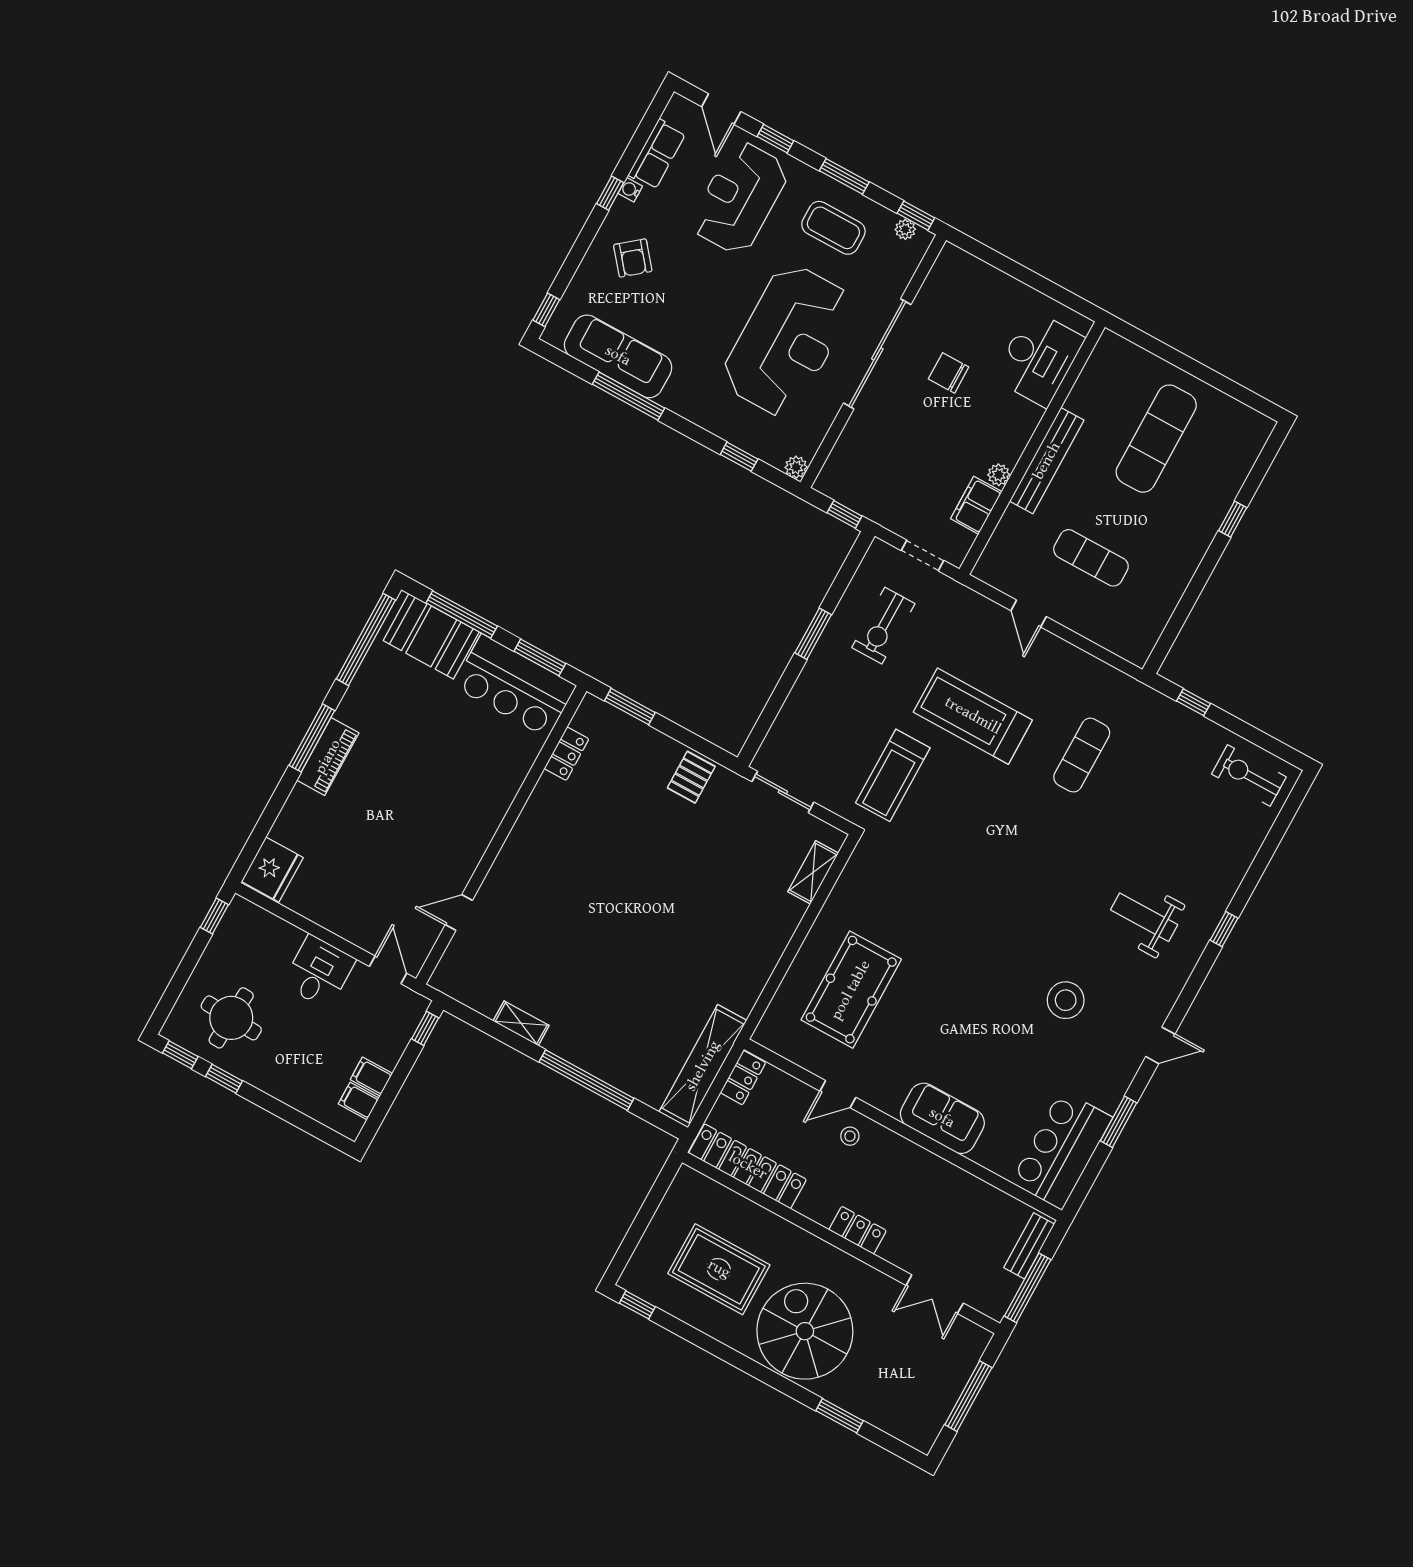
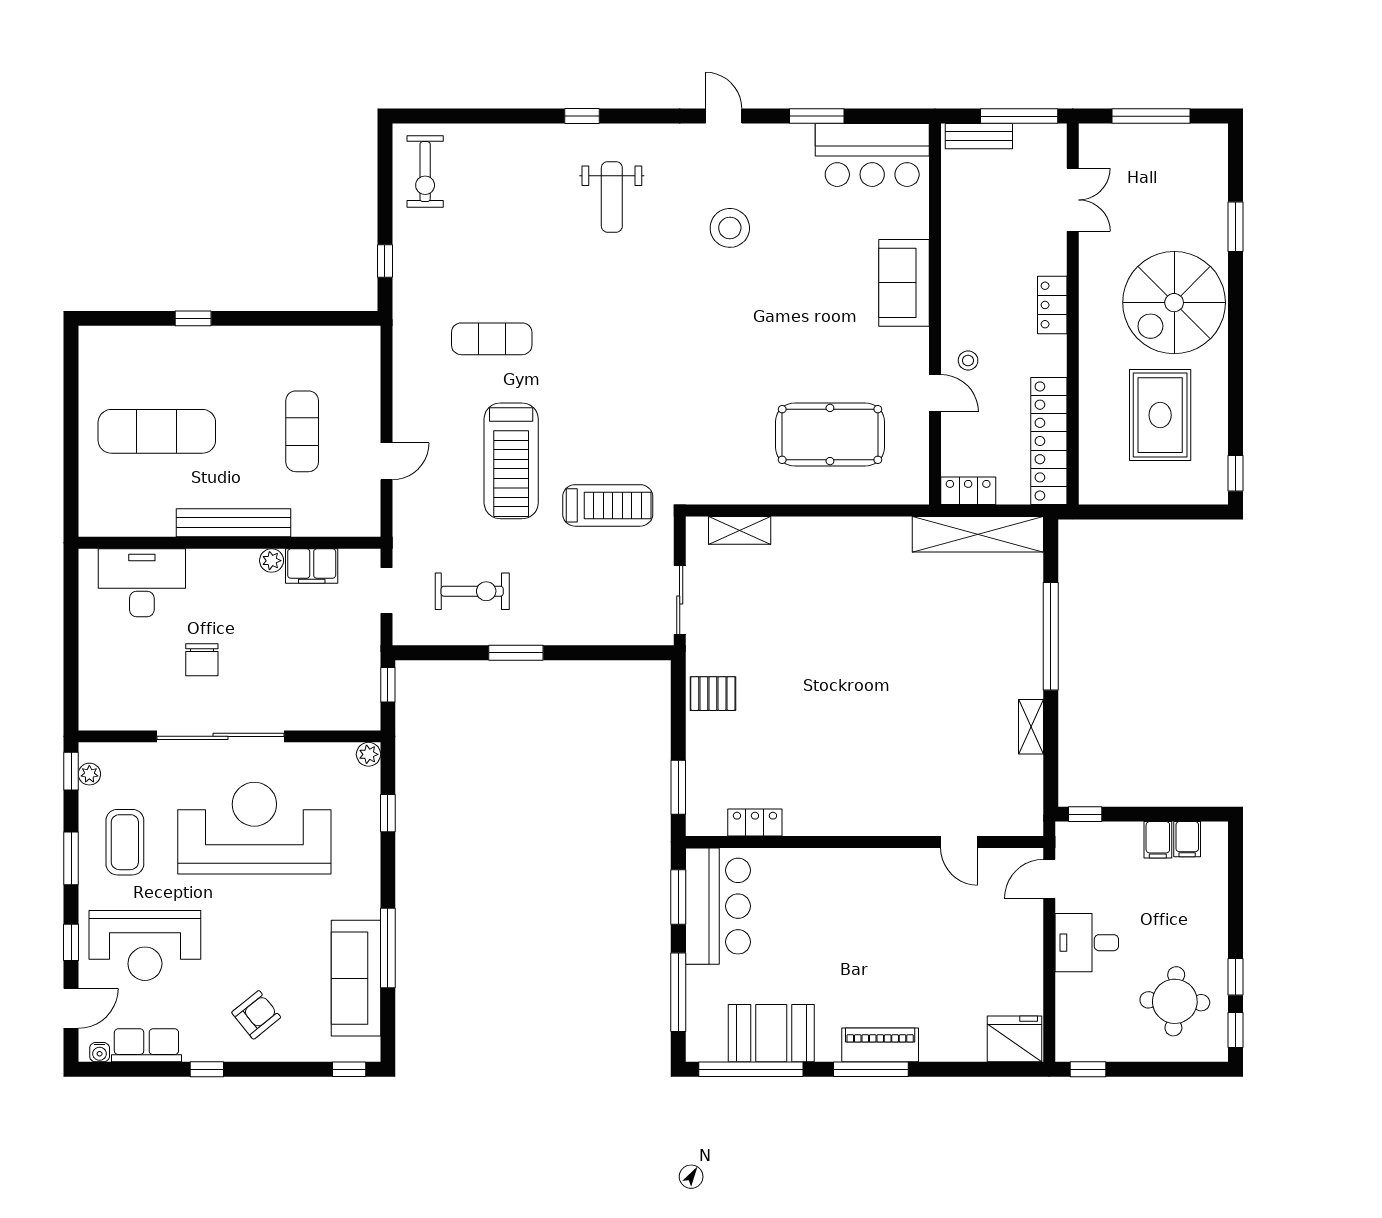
water cooler: (630, 190) -> (100, 1052), moved
booth: (431, 636) -> (771, 1033), moved, turned 90

